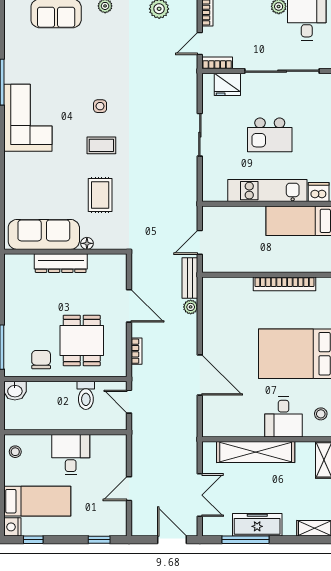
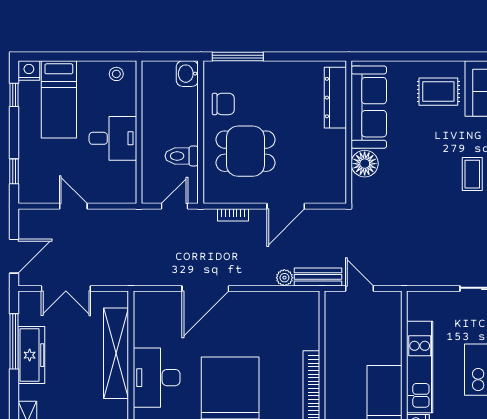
rug: (100, 195) -> (438, 92), moved
floor lamp: (87, 243) -> (365, 164), width x1.89, depth x1.89
dresser: (61, 263) -> (335, 98), moved
desk: (284, 417) -> (157, 378), width x1.37

